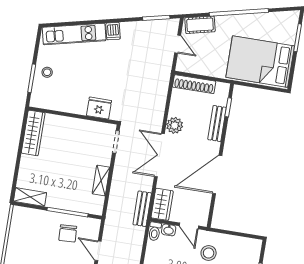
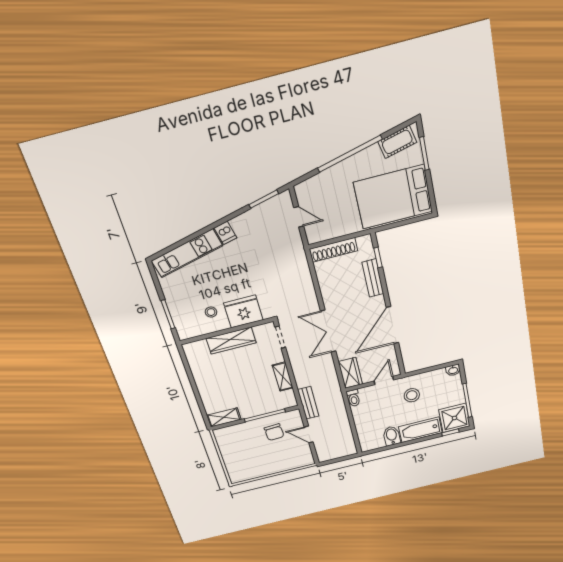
cot: (200, 25) -> (397, 142), moved
stool: (47, 72) -> (211, 312), moved
fridge: (99, 108) -> (243, 311), width x1.36, depth x1.34
plant: (175, 125) -> (331, 298), removed
wardrobe: (33, 133) -> (231, 341), moved, turned 90
bench: (142, 209) -> (308, 403), moved
door: (189, 226) -> (384, 380), swing flipped
washbasin: (169, 230) -> (453, 370), moved

